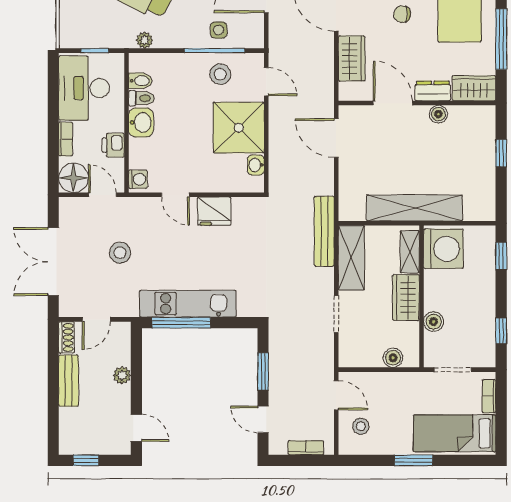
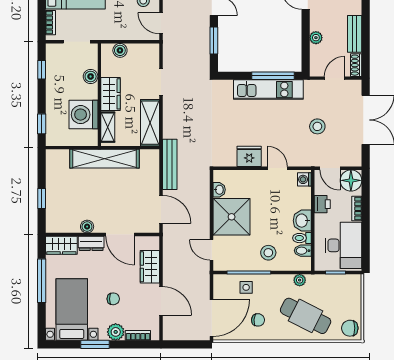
stool: (220, 74) -> (268, 253), moved
bench: (324, 231) -> (170, 164), moved
washing machine: (443, 249) -> (83, 115), moved

